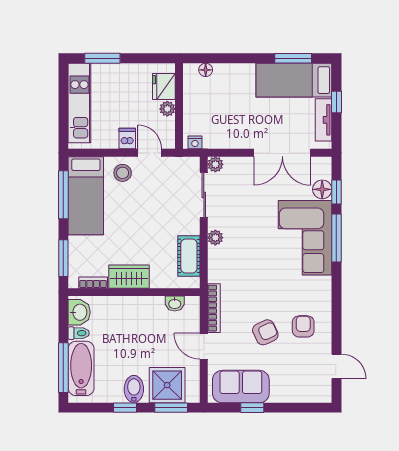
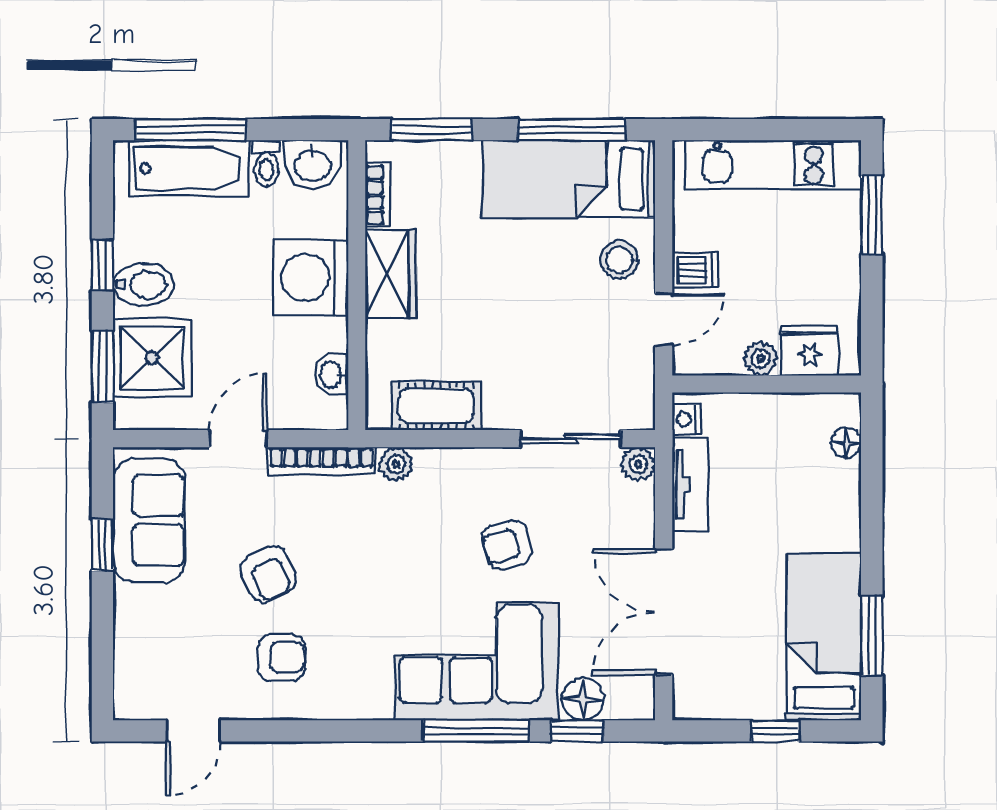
tv unit: (324, 120) -> (690, 485), moved, turned 90
armchair: (252, 224) -> (507, 545), added
plant: (215, 238) -> (396, 464), moved
washing machine: (131, 313) -> (311, 278), added

